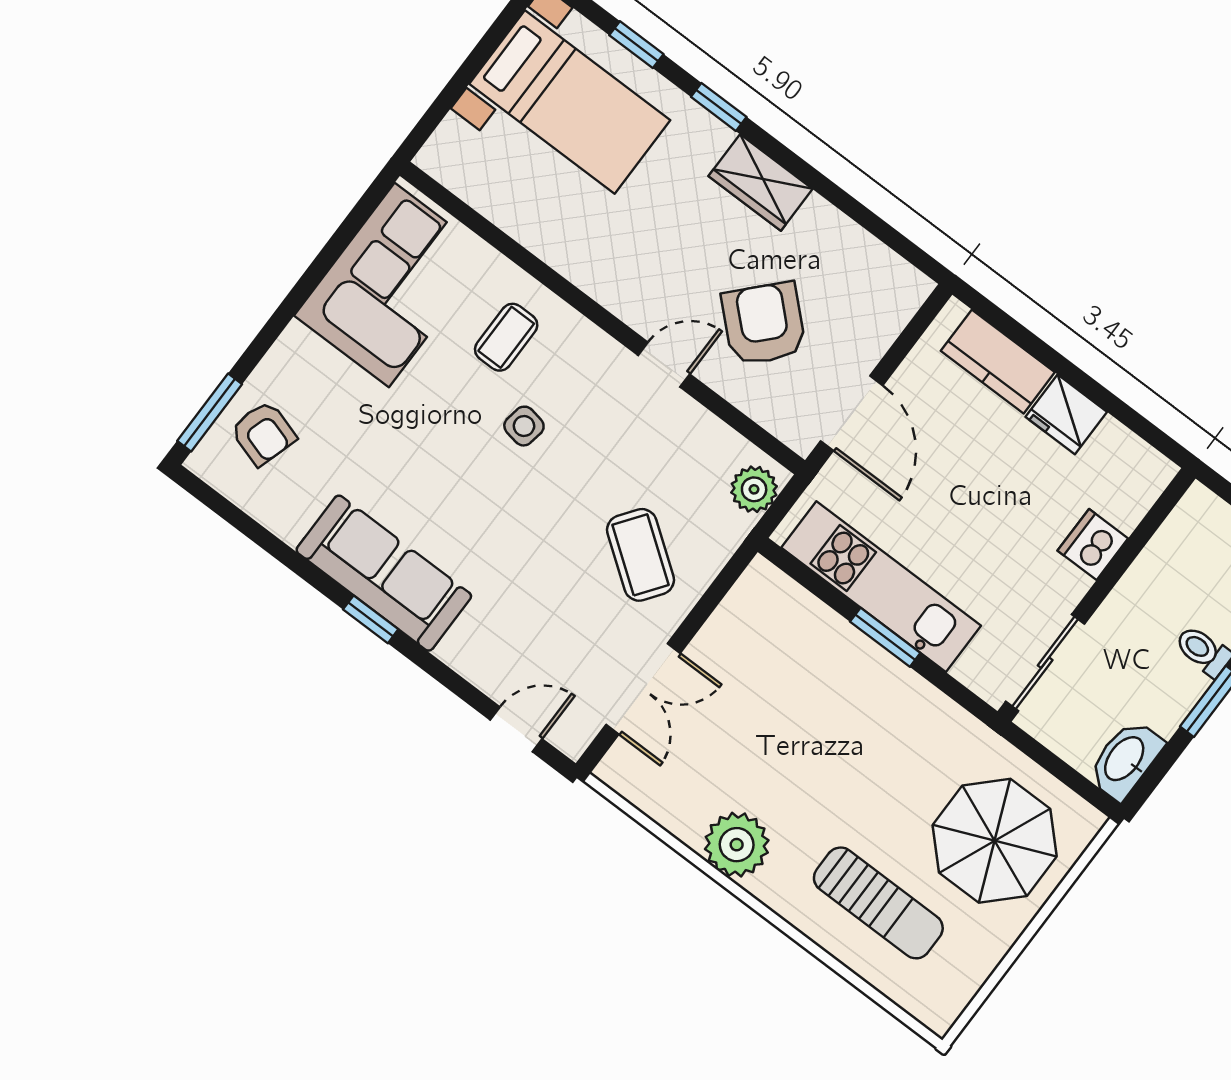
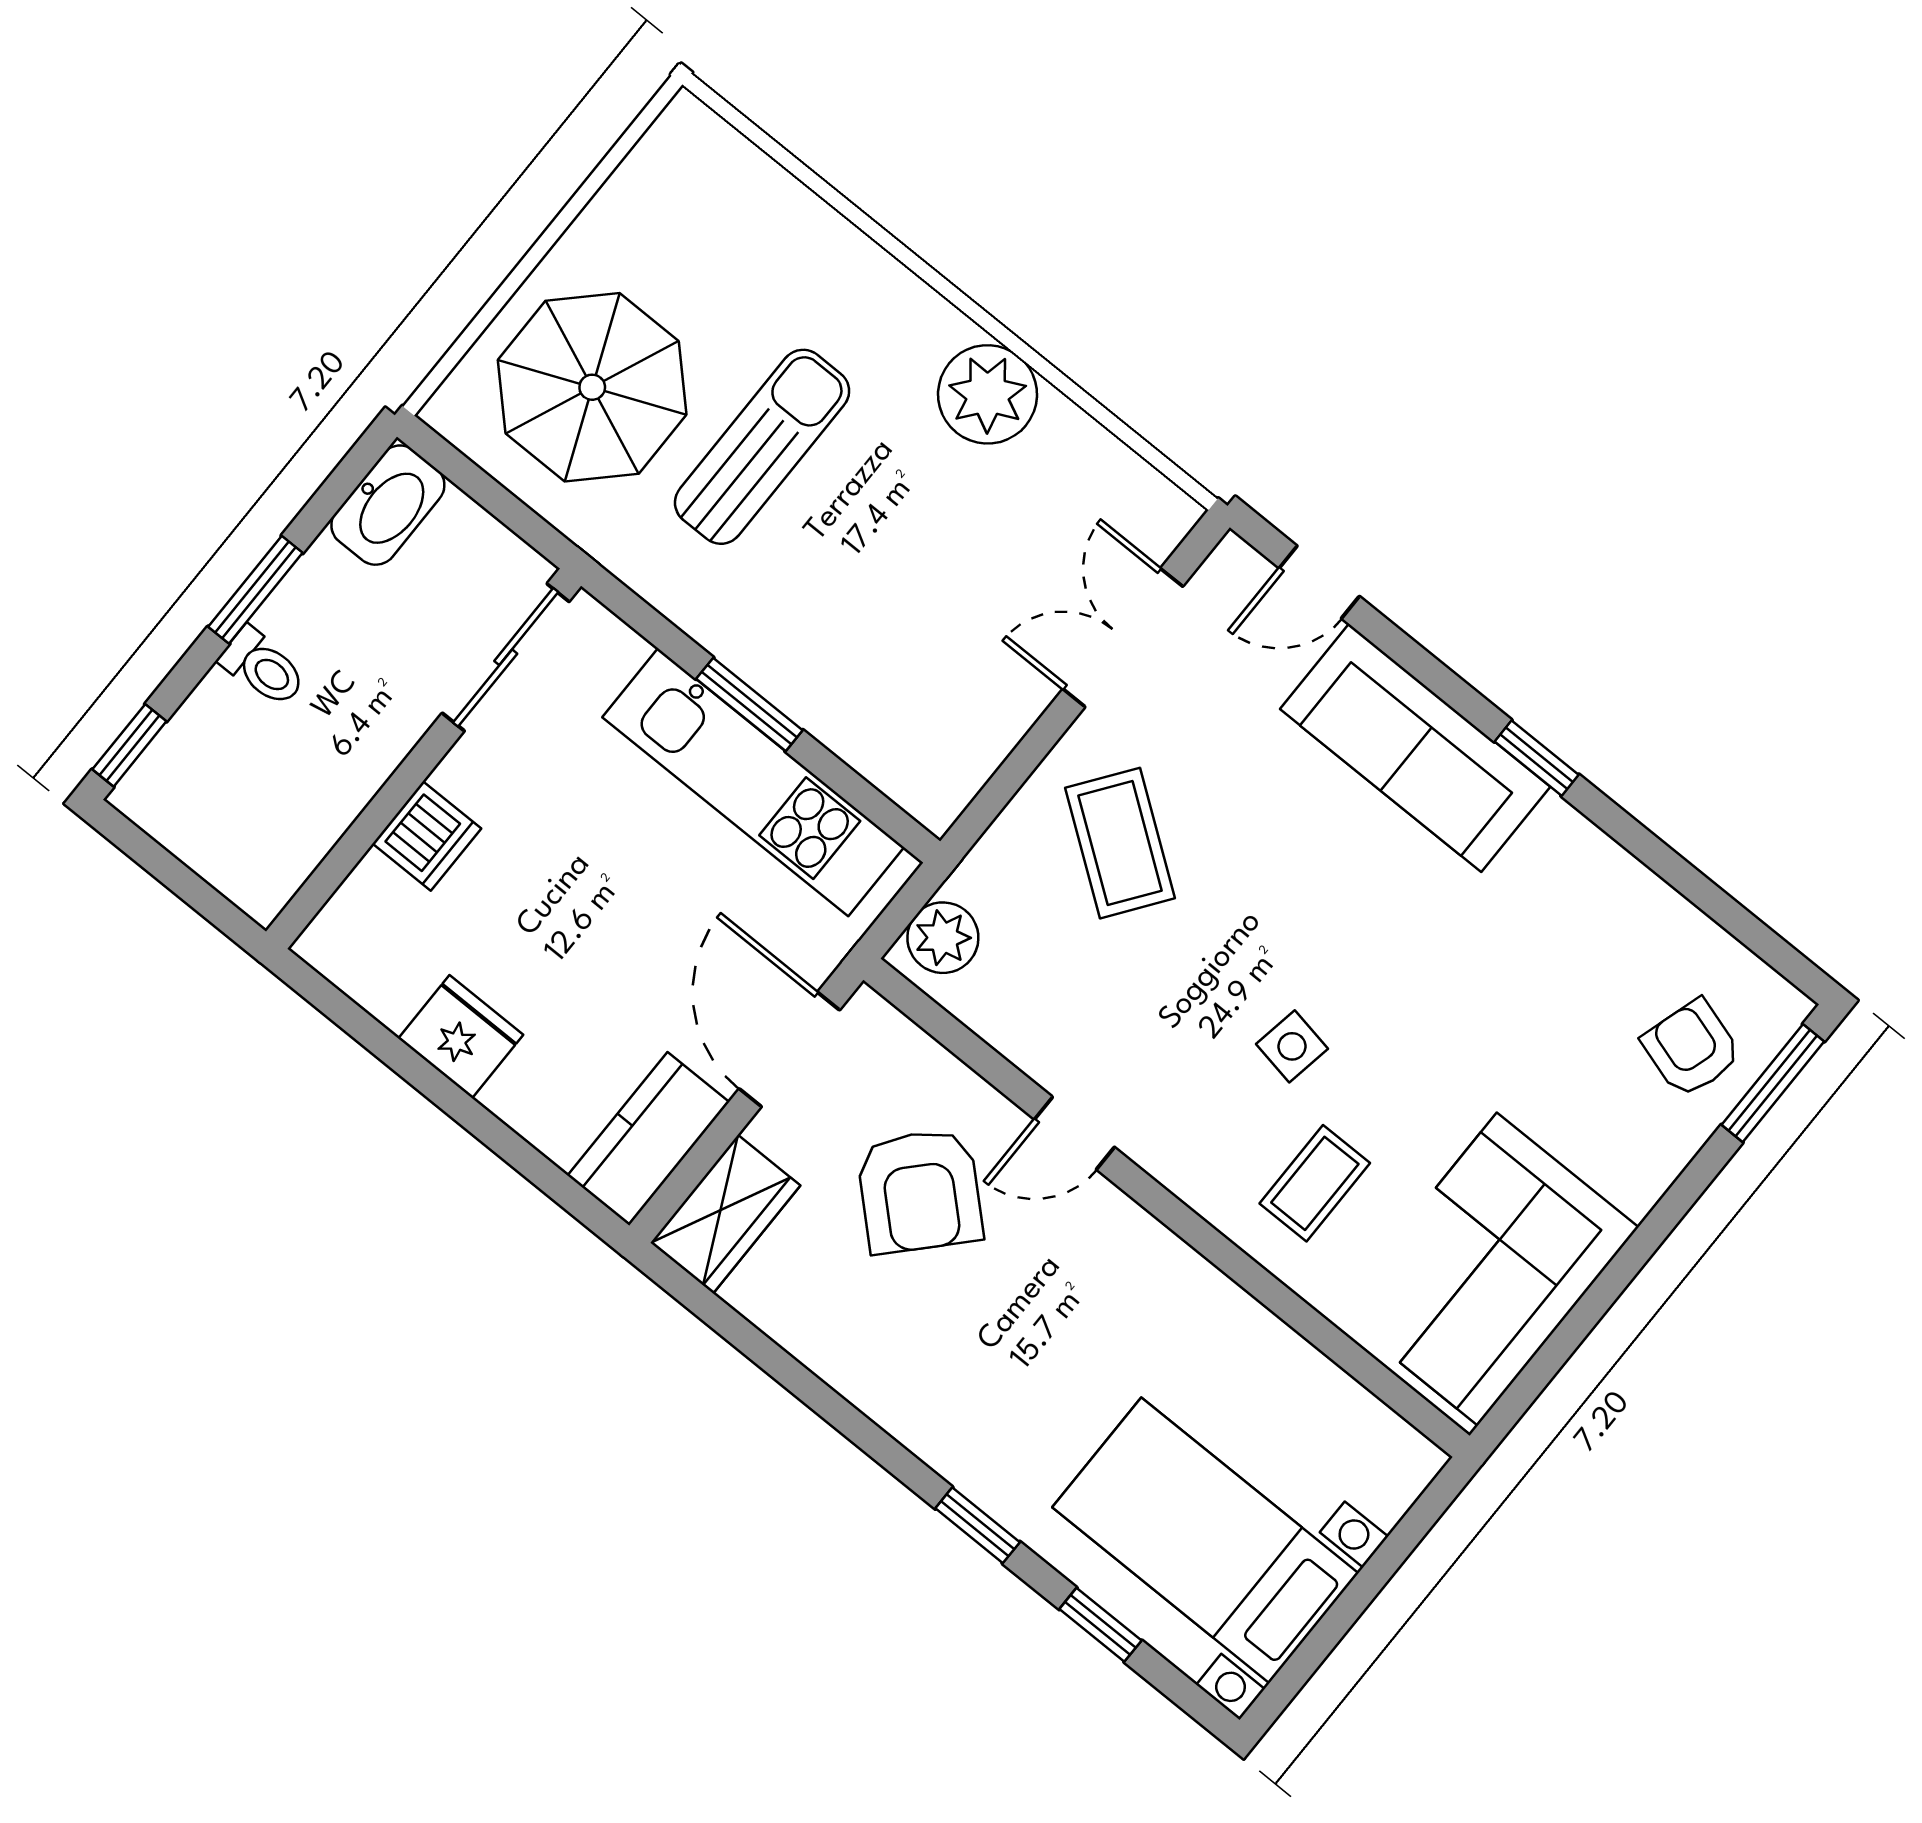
wardrobe: (760, 183) -> (725, 1214), moved, turned 90
kitchen counter: (998, 362) -> (648, 1139), moved, turned -90
sofa: (384, 573) -> (1415, 748), moved
sun lounger: (878, 903) -> (762, 447), moved, turned 90

